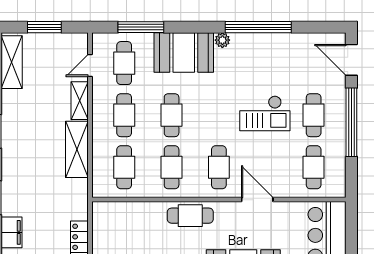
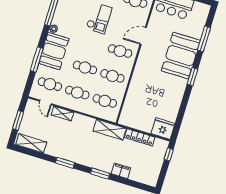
window: (141, 27) -> (37, 59), moved
shelving: (77, 149) -> (110, 130), moved
cafe table: (190, 216) -> (141, 74), removed

